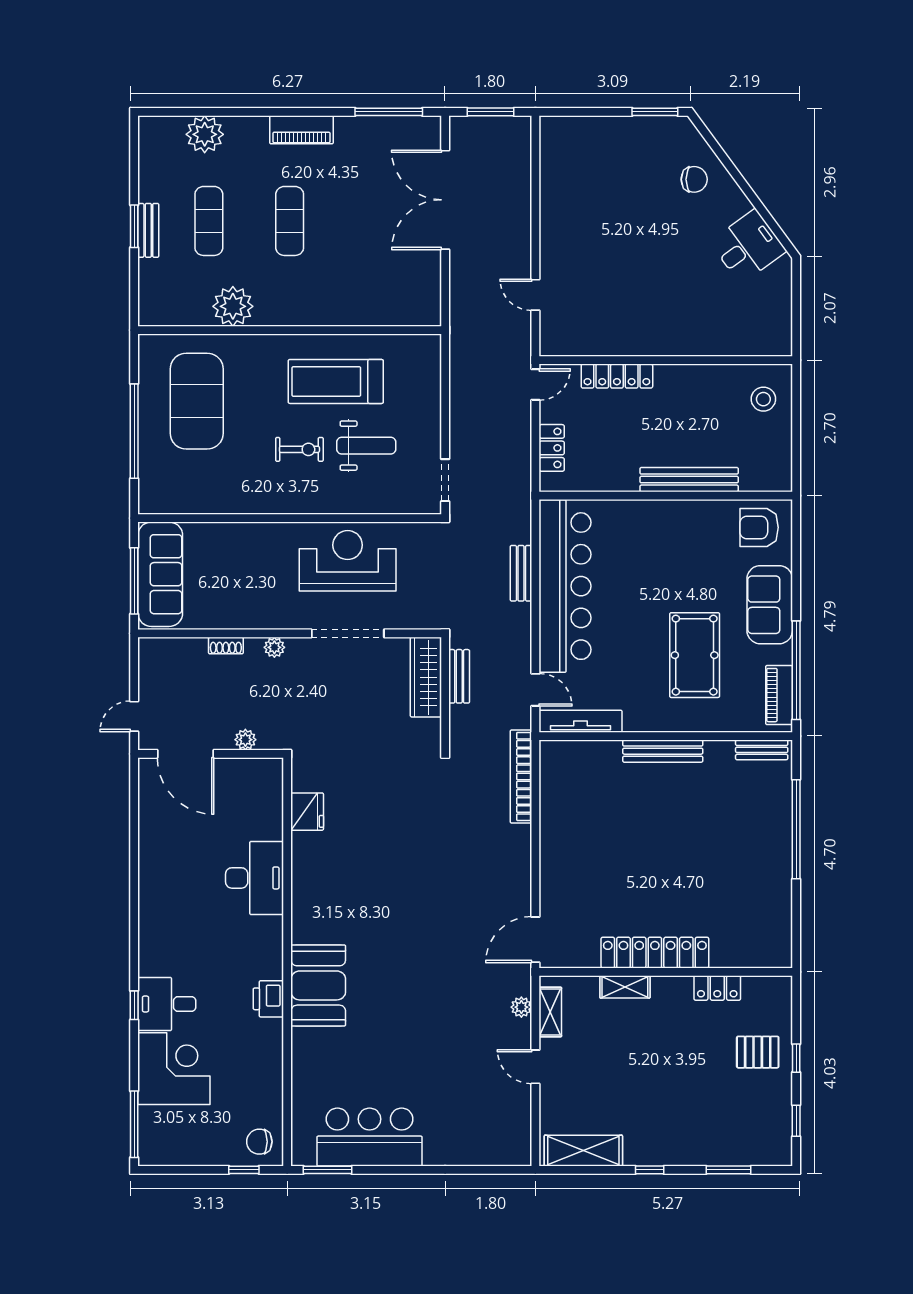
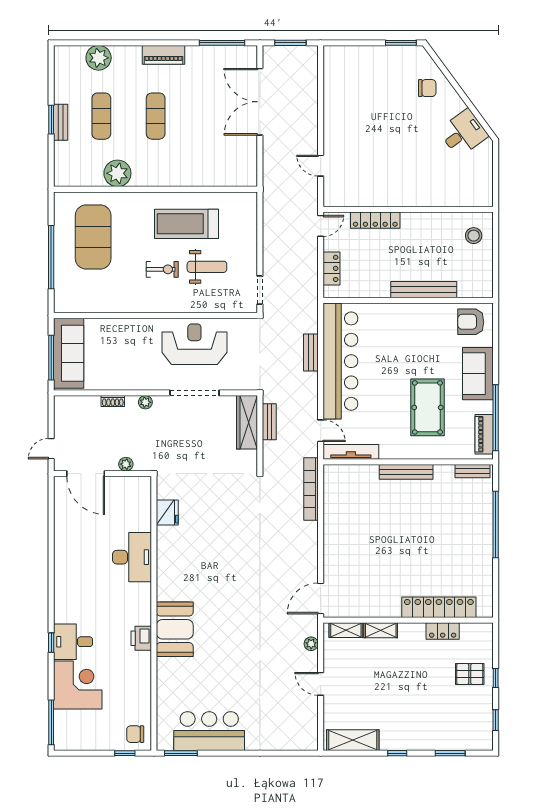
locker: (655, 953) -> (439, 607), moved
shelving: (550, 1012) -> (346, 630), moved, turned 90

